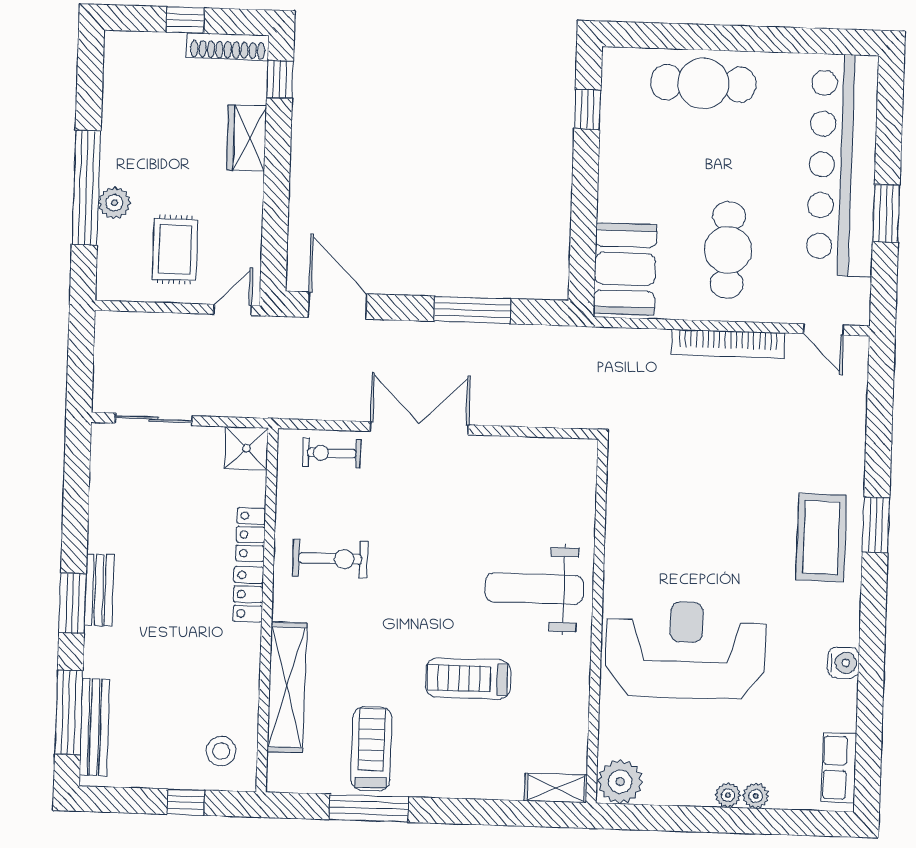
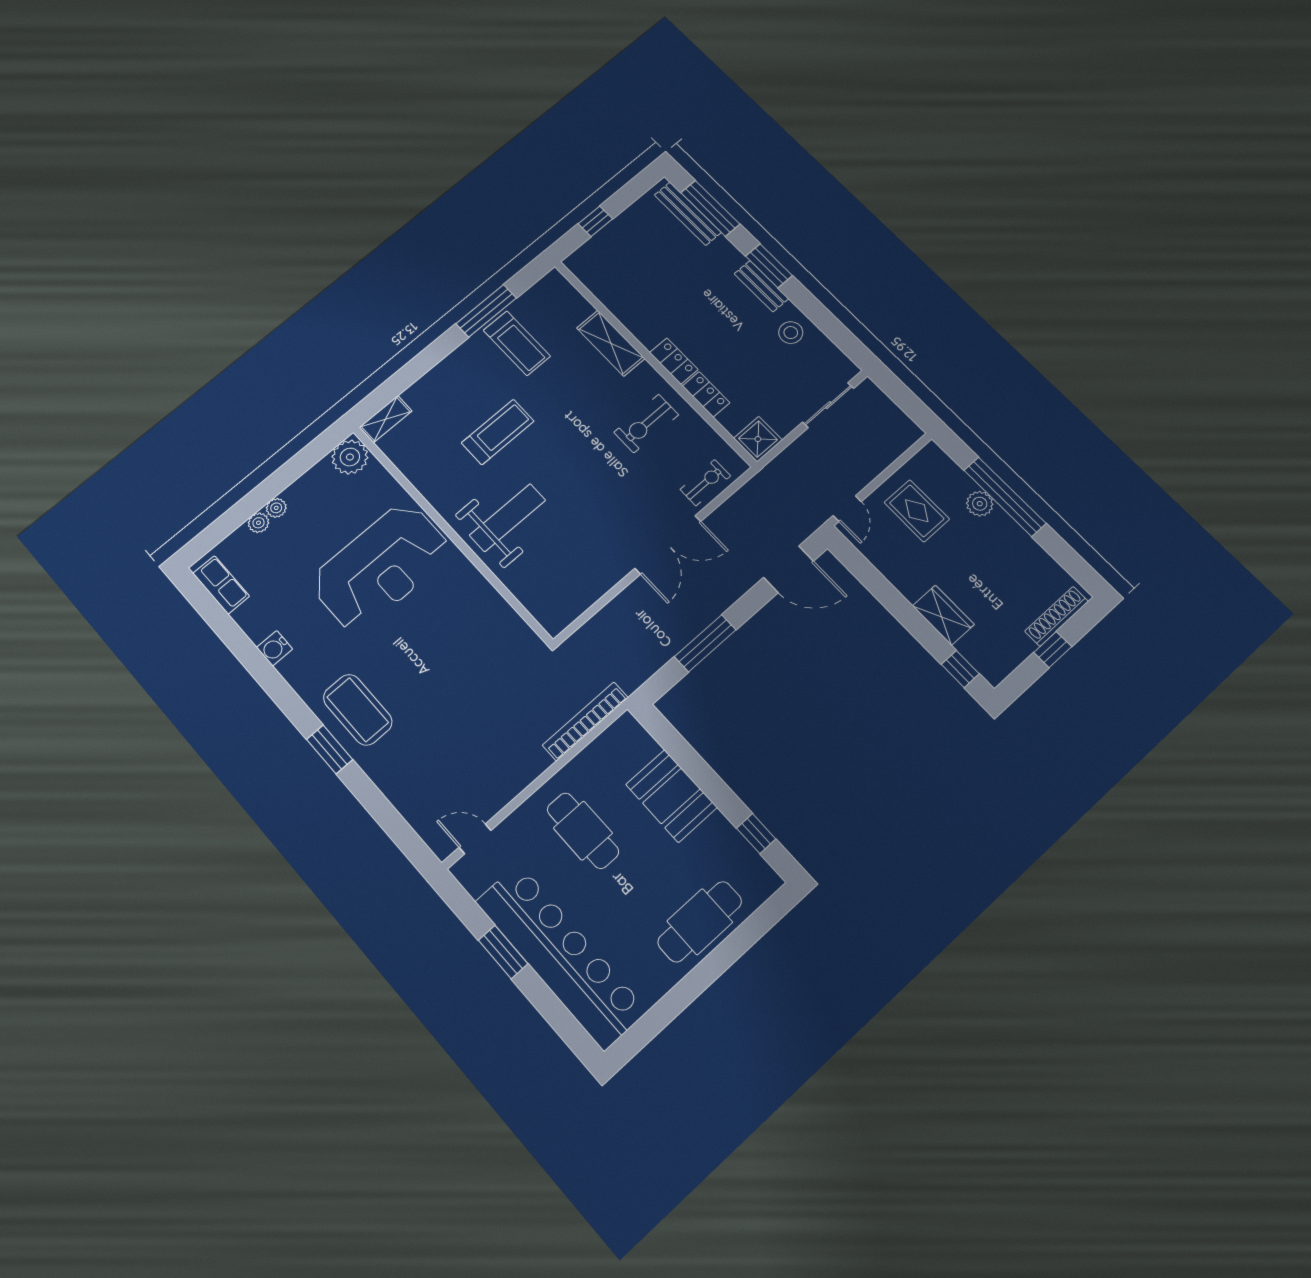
shoe rack: (228, 47) -> (1057, 616), moved
booth: (625, 269) -> (671, 796), moved
bookcase: (728, 344) -> (585, 721), moved
shelving: (287, 687) -> (611, 343), width x0.68
stool: (221, 751) -> (791, 333), moved

